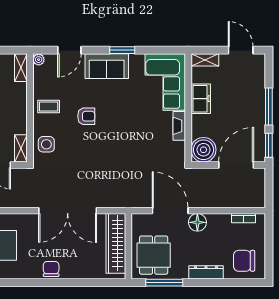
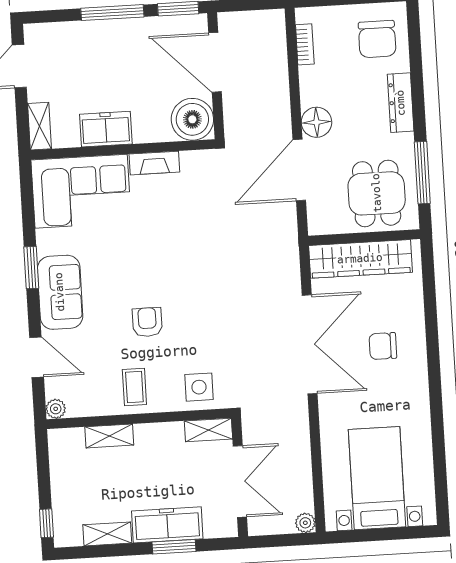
shelving: (21, 68) -> (109, 436), moved
dining table: (154, 255) -> (377, 193), turned 90
chair: (51, 269) -> (383, 346), moved

